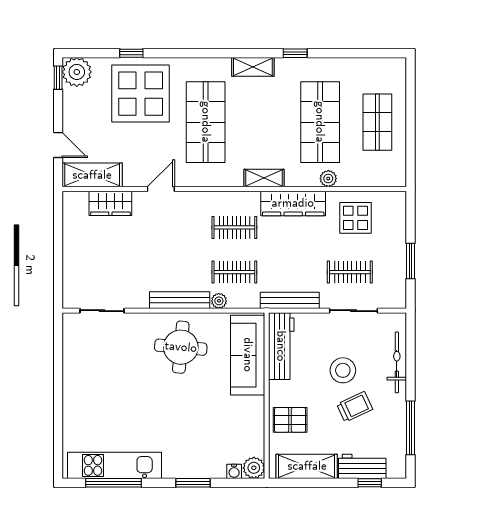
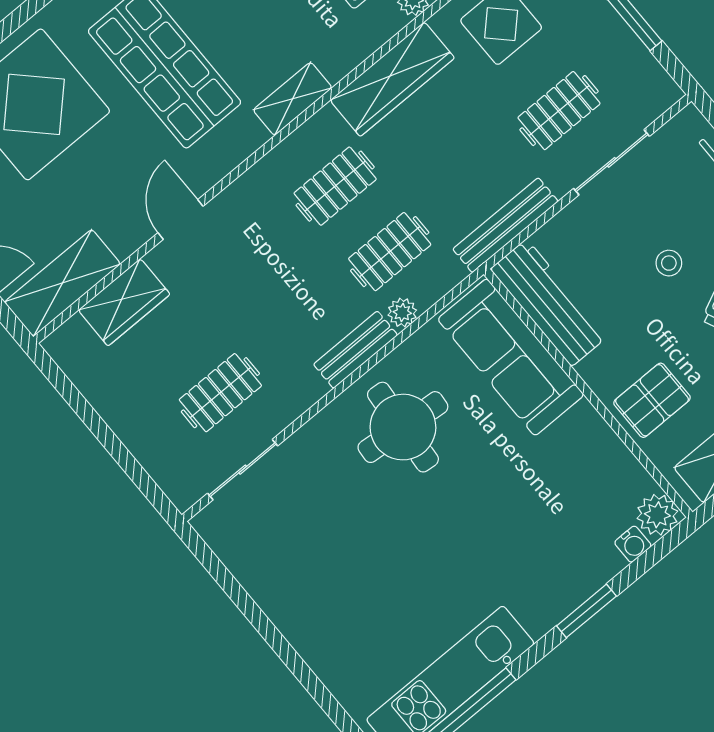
shelving: (264, 178) -> (293, 99), moved
clothes rail: (119, 272) -> (220, 393), added
bench: (180, 300) -> (356, 350), width x0.73
stool: (343, 370) -> (669, 263), width x0.53, depth x0.53

